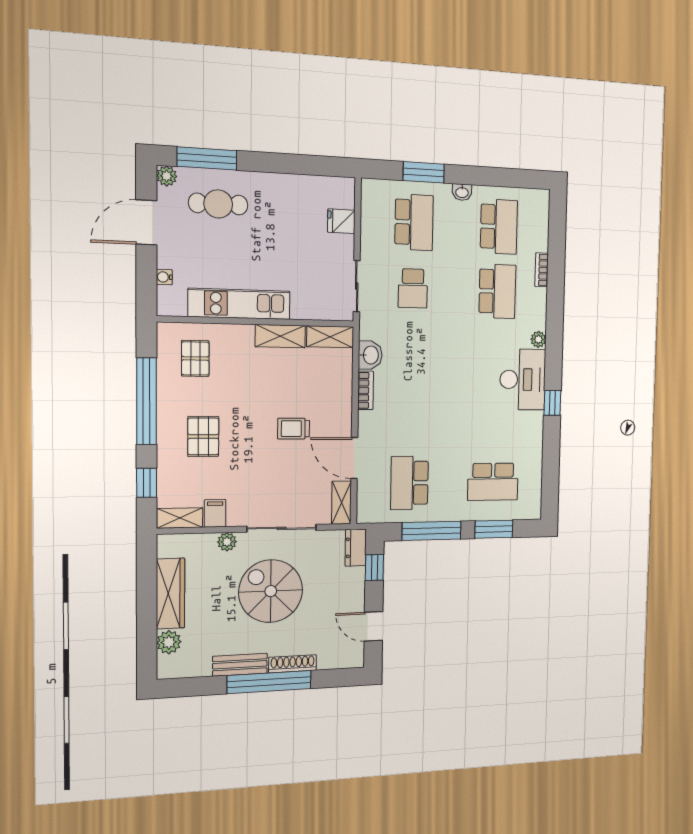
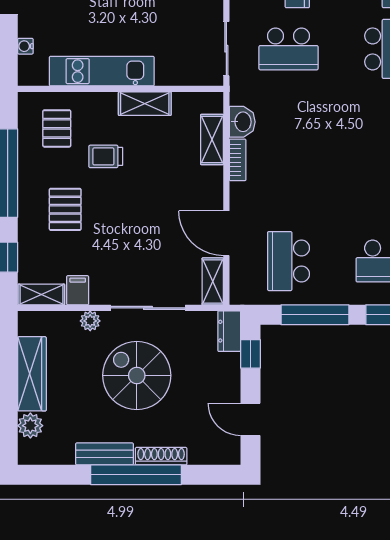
school desk: (413, 288) -> (289, 49), width x1.85
shelving: (330, 337) -> (212, 139), moved, turned 90
trolley: (294, 429) -> (106, 156), moved

